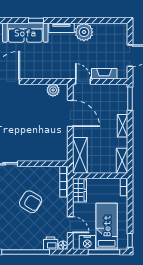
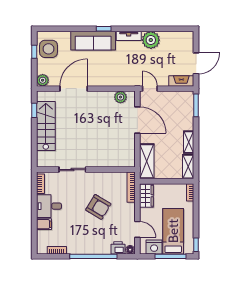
fireplace: (104, 74) -> (181, 81), moved
shelving: (122, 126) -> (189, 142), moved

